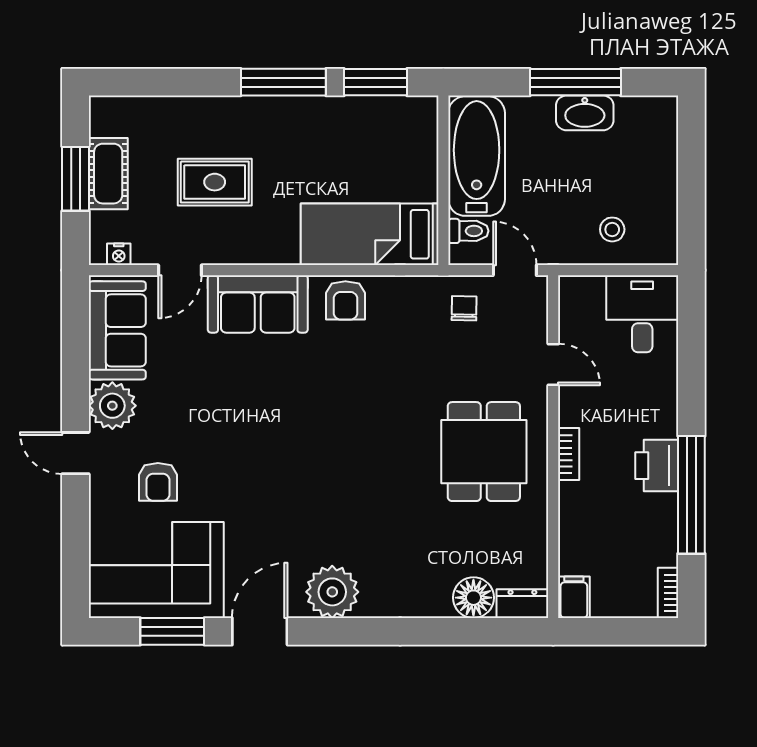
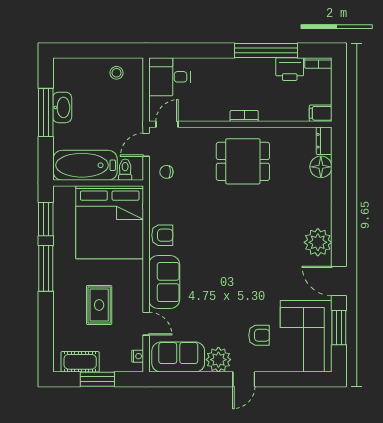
cot: (108, 174) -> (80, 362), moved
stool: (612, 229) -> (116, 73), moved
bed: (370, 234) -> (110, 222), width x2.04
door: (553, 364) -> (167, 124), moved
printer: (657, 466) -> (290, 69), moved

